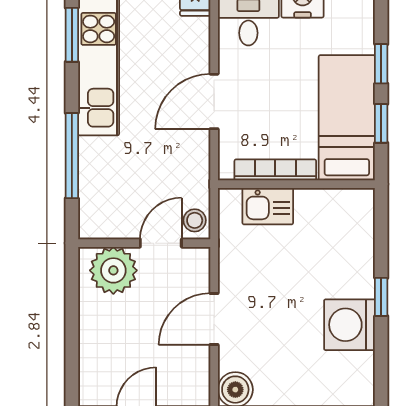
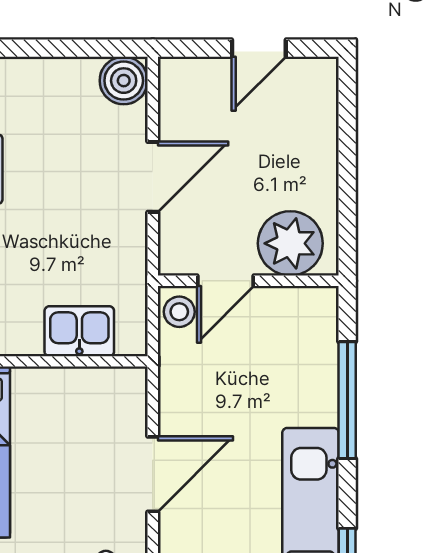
bookcase: (275, 170) -> (69, 381), removed

